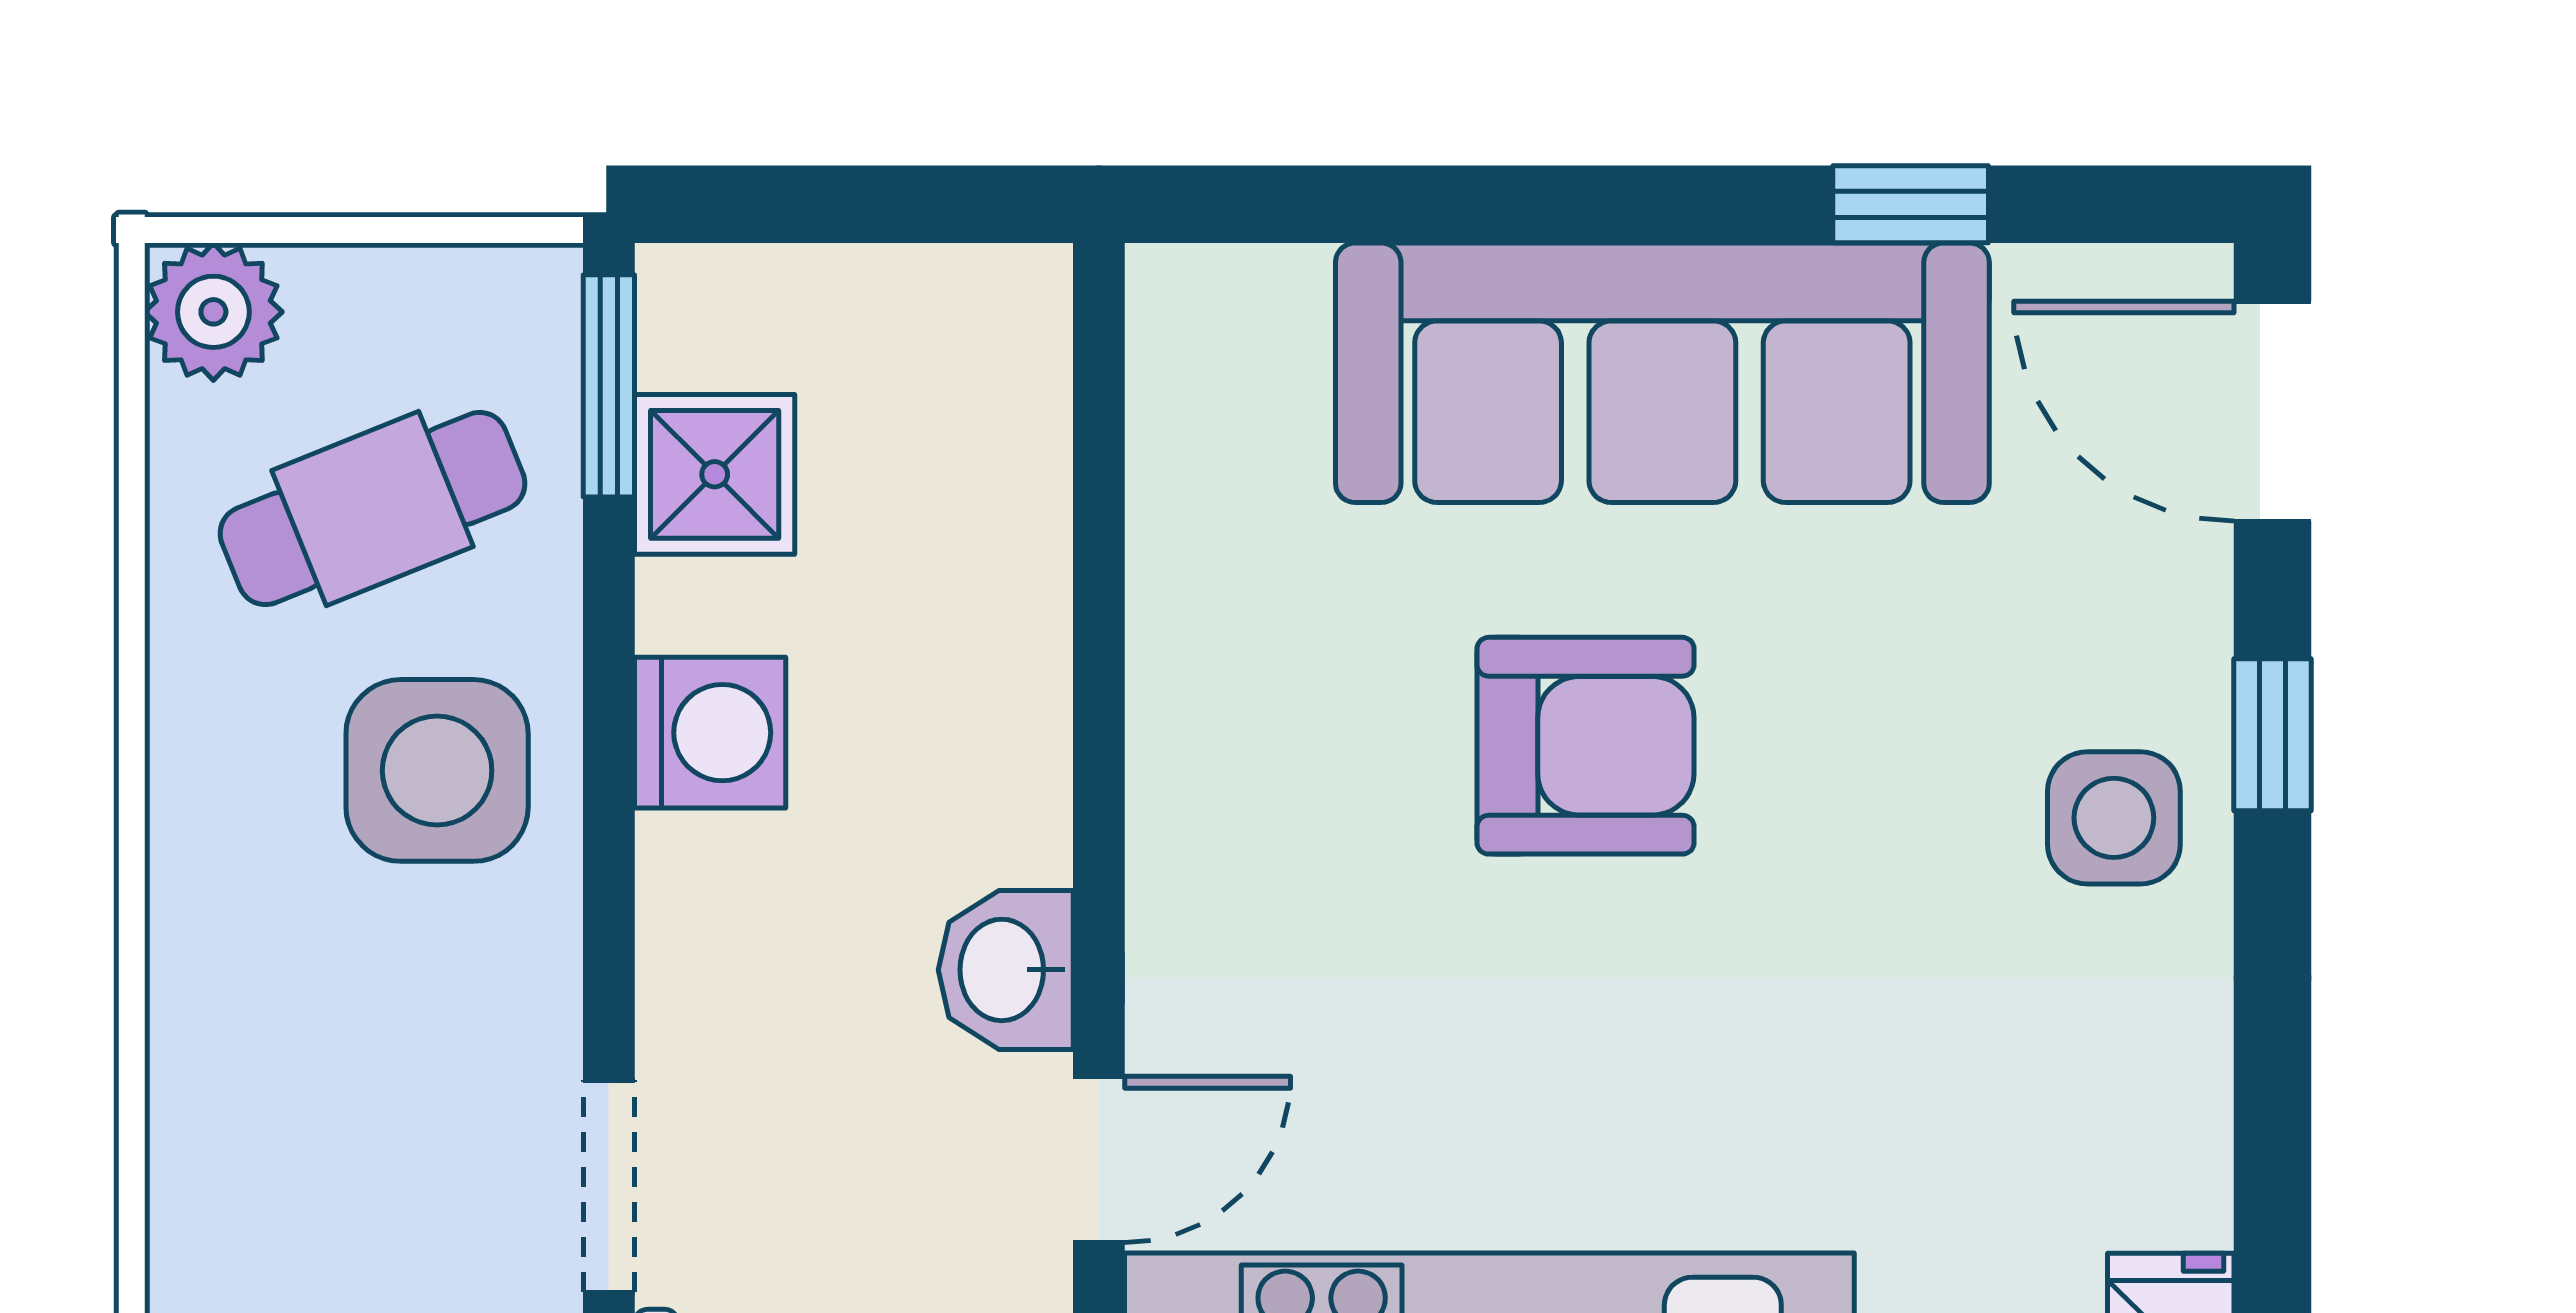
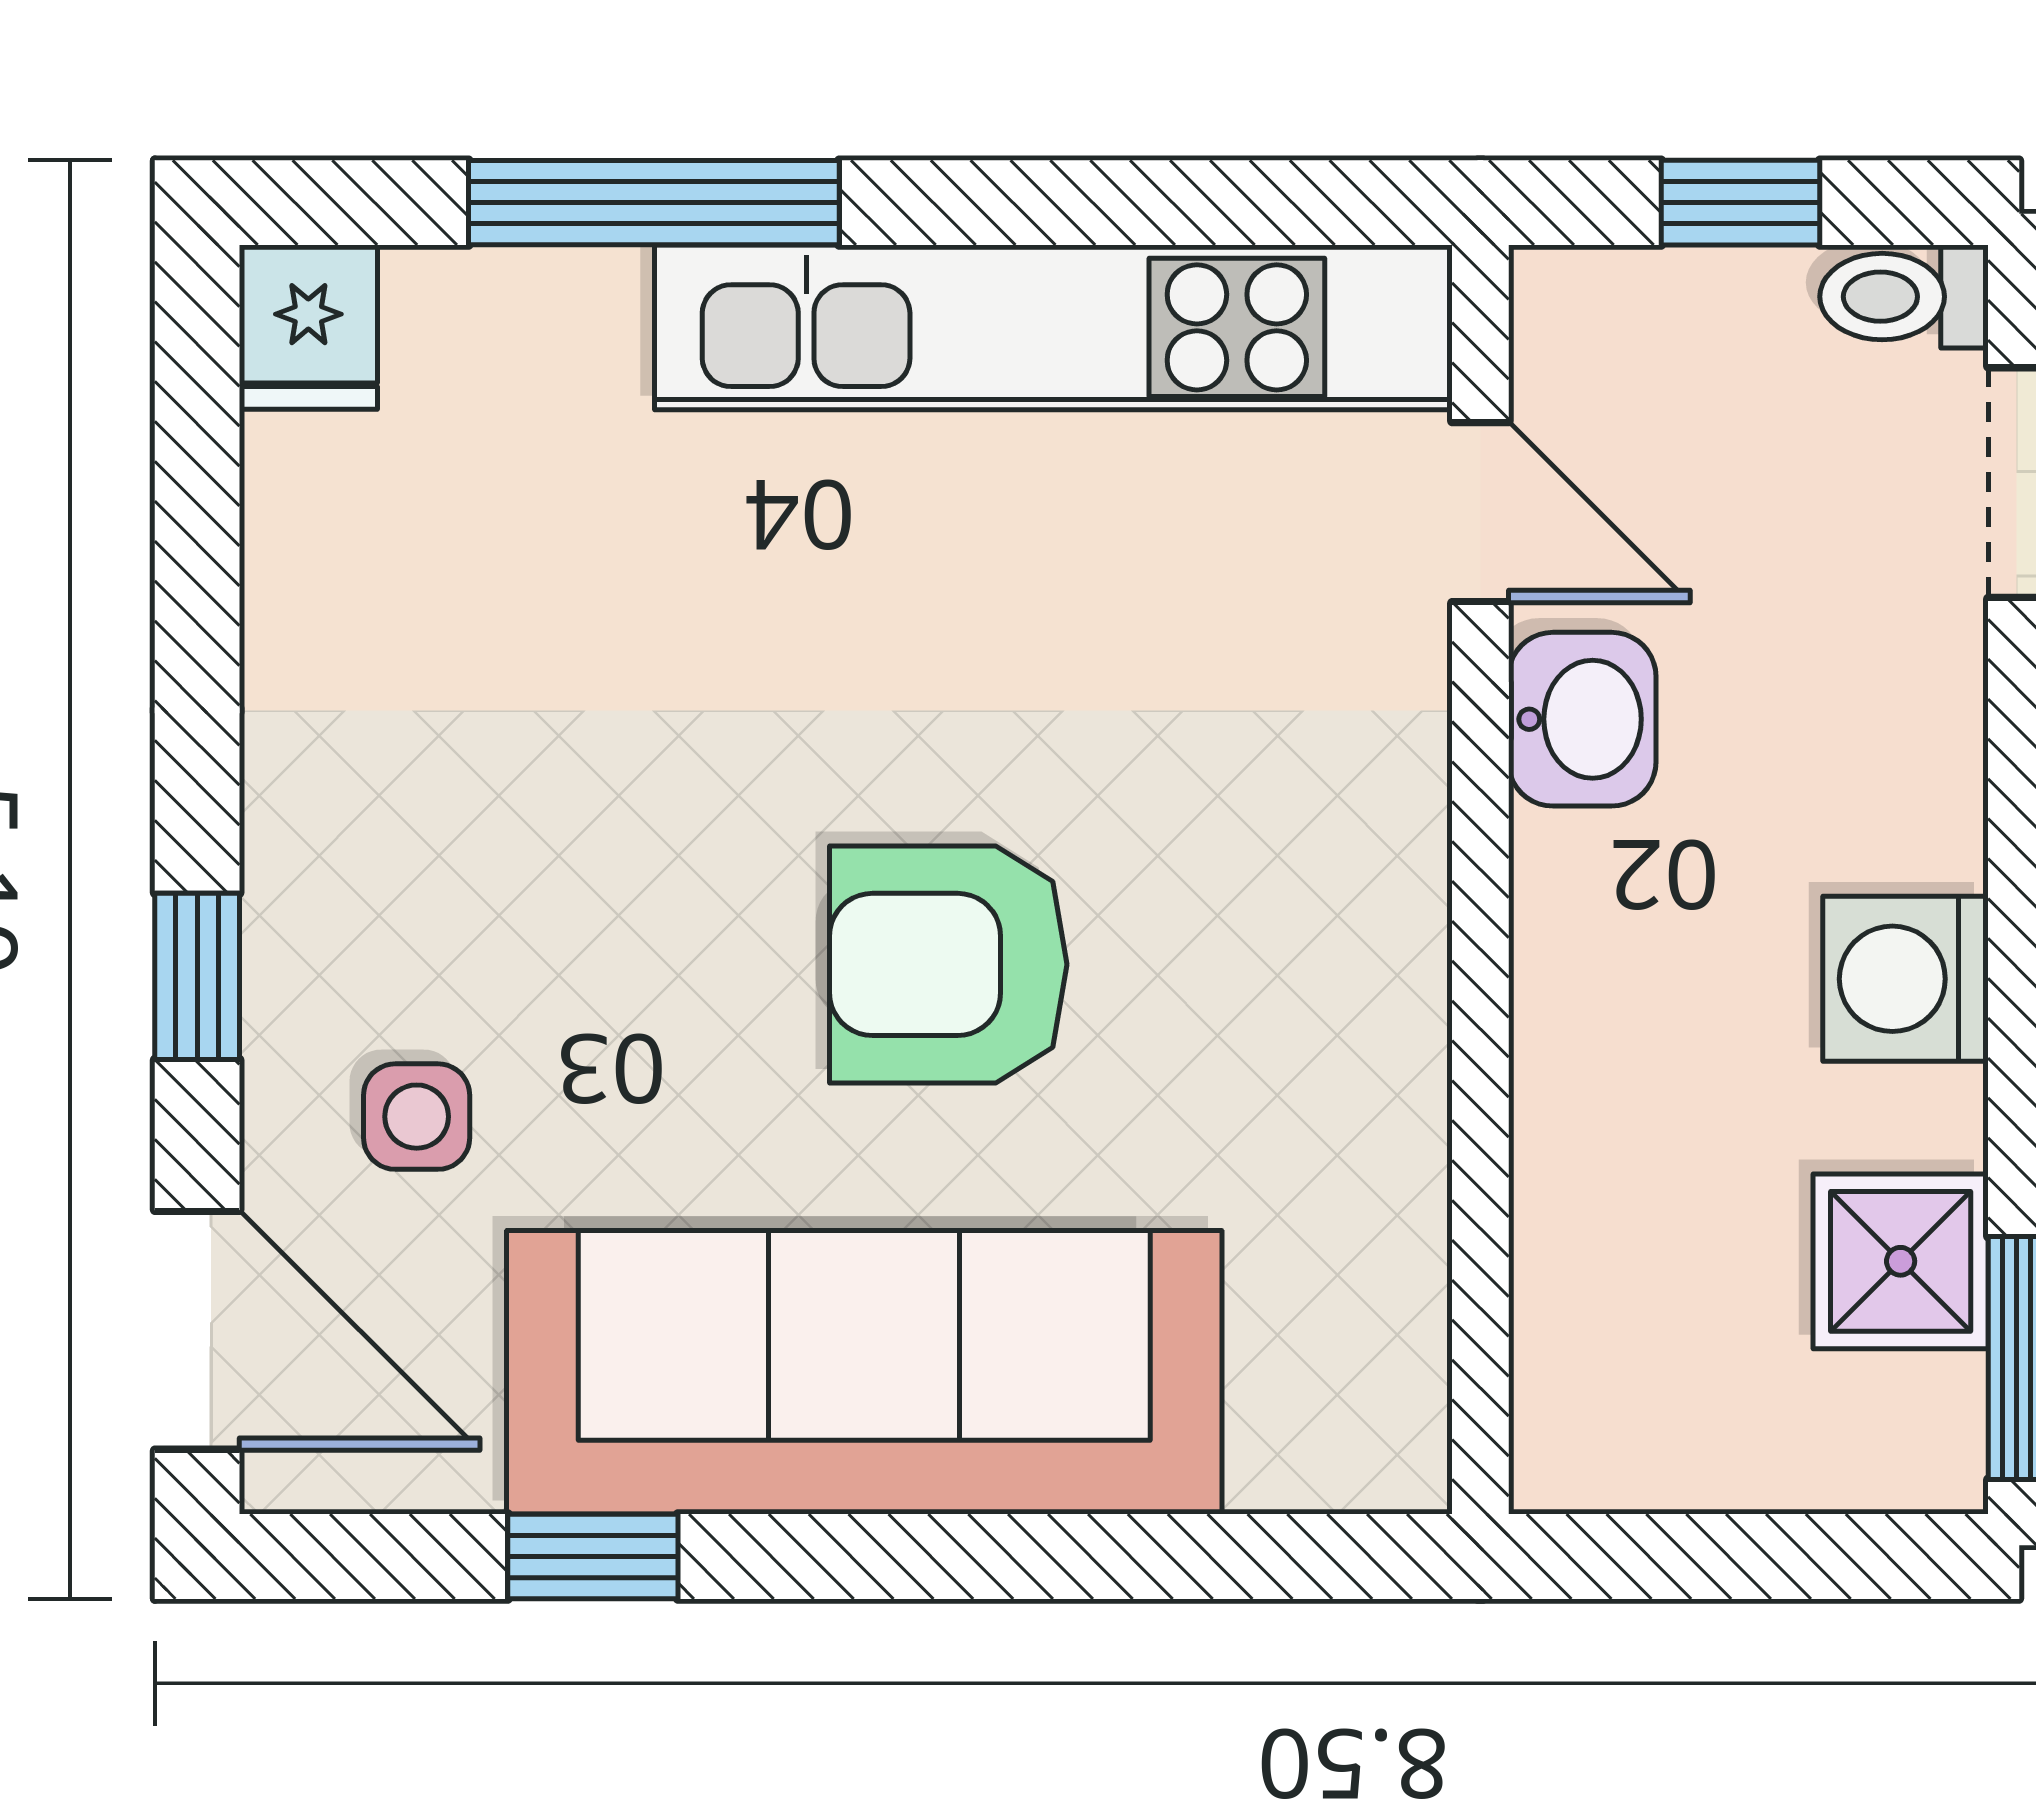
side table: (2114, 818) -> (417, 1117), moved, width x0.73, depth x0.73
door: (1099, 1159) -> (1480, 512), swing flipped

